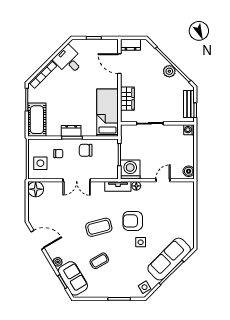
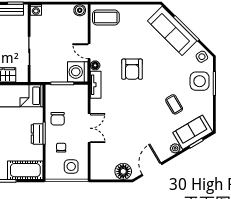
door: (163, 180) -> (89, 51), moved
floor lamp: (36, 189) -> (123, 171), moved
coffee table: (99, 227) -> (106, 18), moved, turned -75
side table: (141, 242) -> (200, 81), moved, width x1.87, depth x1.87

